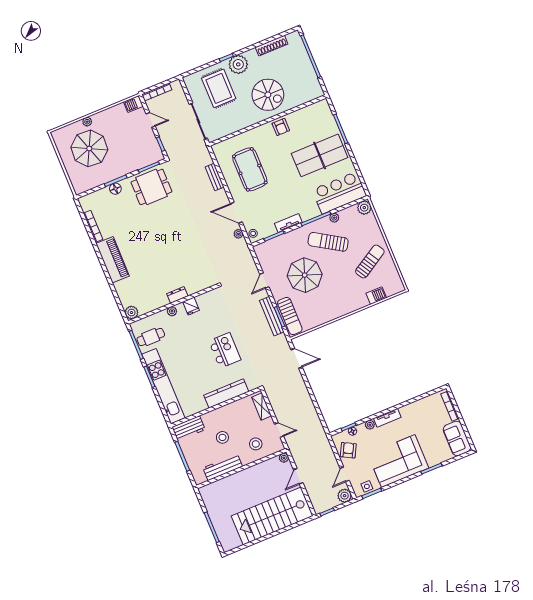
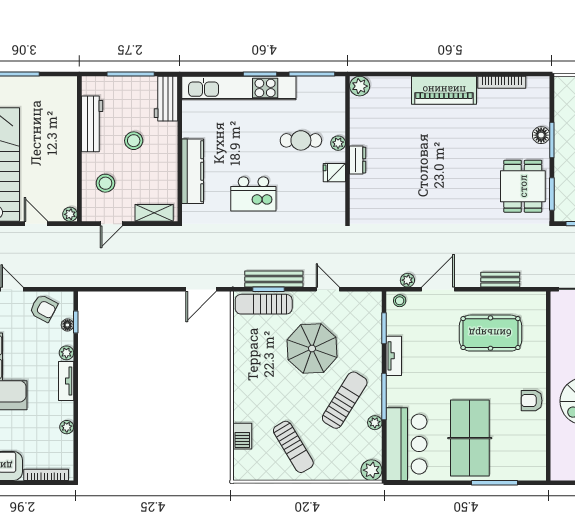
cafe table: (151, 337) -> (301, 140), moved, turned 90
plant: (415, 406) -> (67, 427), added

